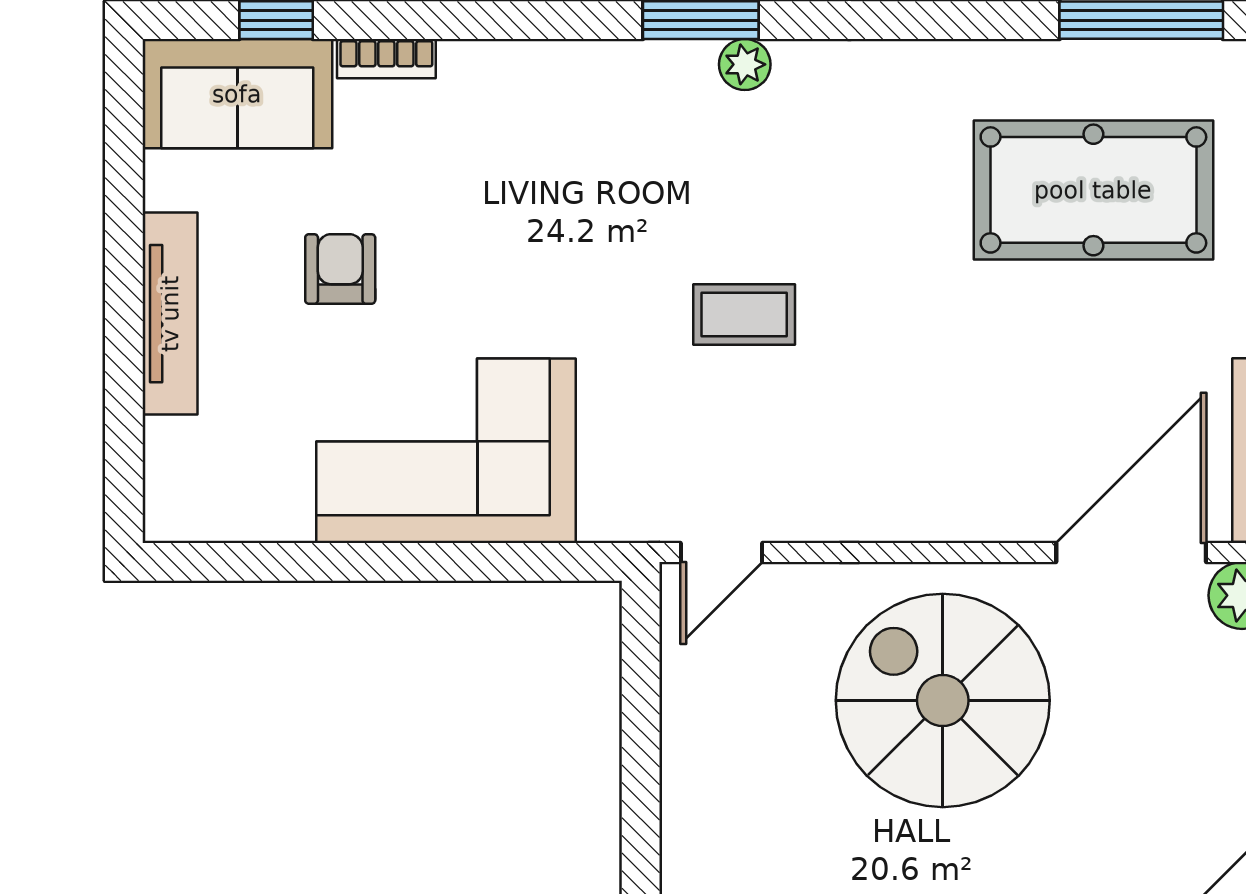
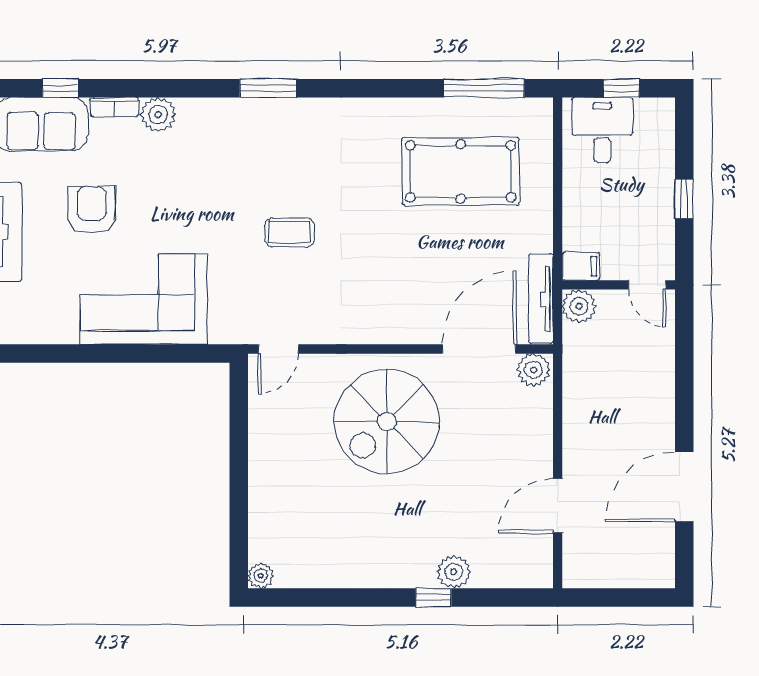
plant: (745, 64) -> (158, 115), moved, width x1.38, depth x1.38
armchair: (340, 269) -> (92, 210), width x1.38, depth x1.38
spiral stairs: (943, 700) -> (387, 421), turned -90

